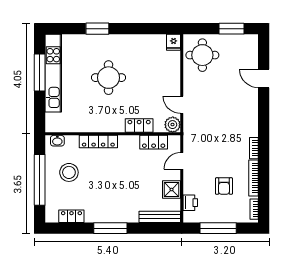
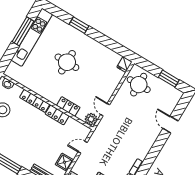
locker: (154, 142) -> (57, 115), moved

